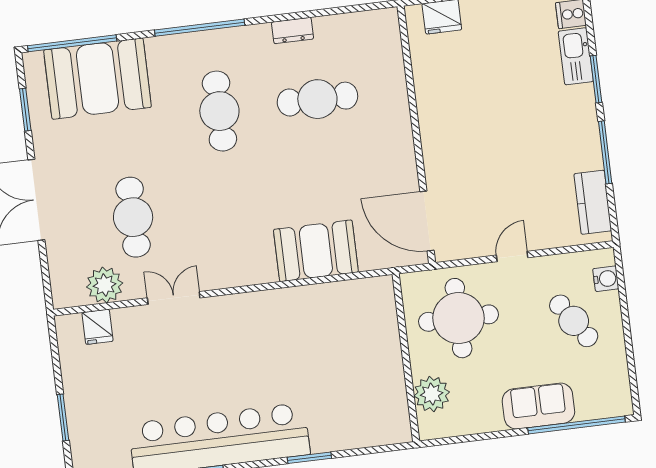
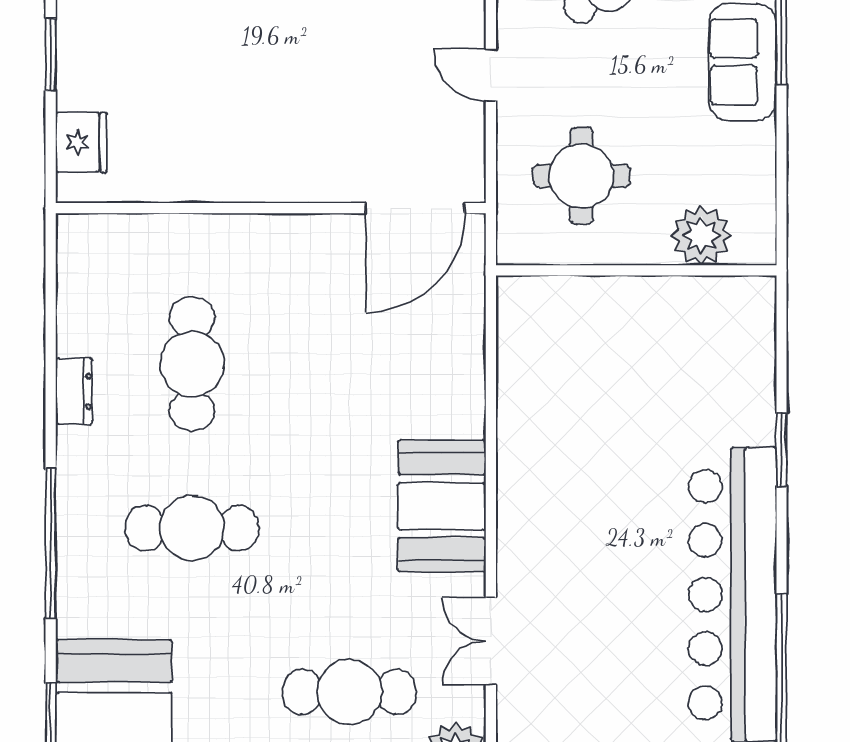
booth: (316, 251) -> (442, 506), moved
round table: (459, 318) -> (582, 176), width x0.73, depth x0.73

